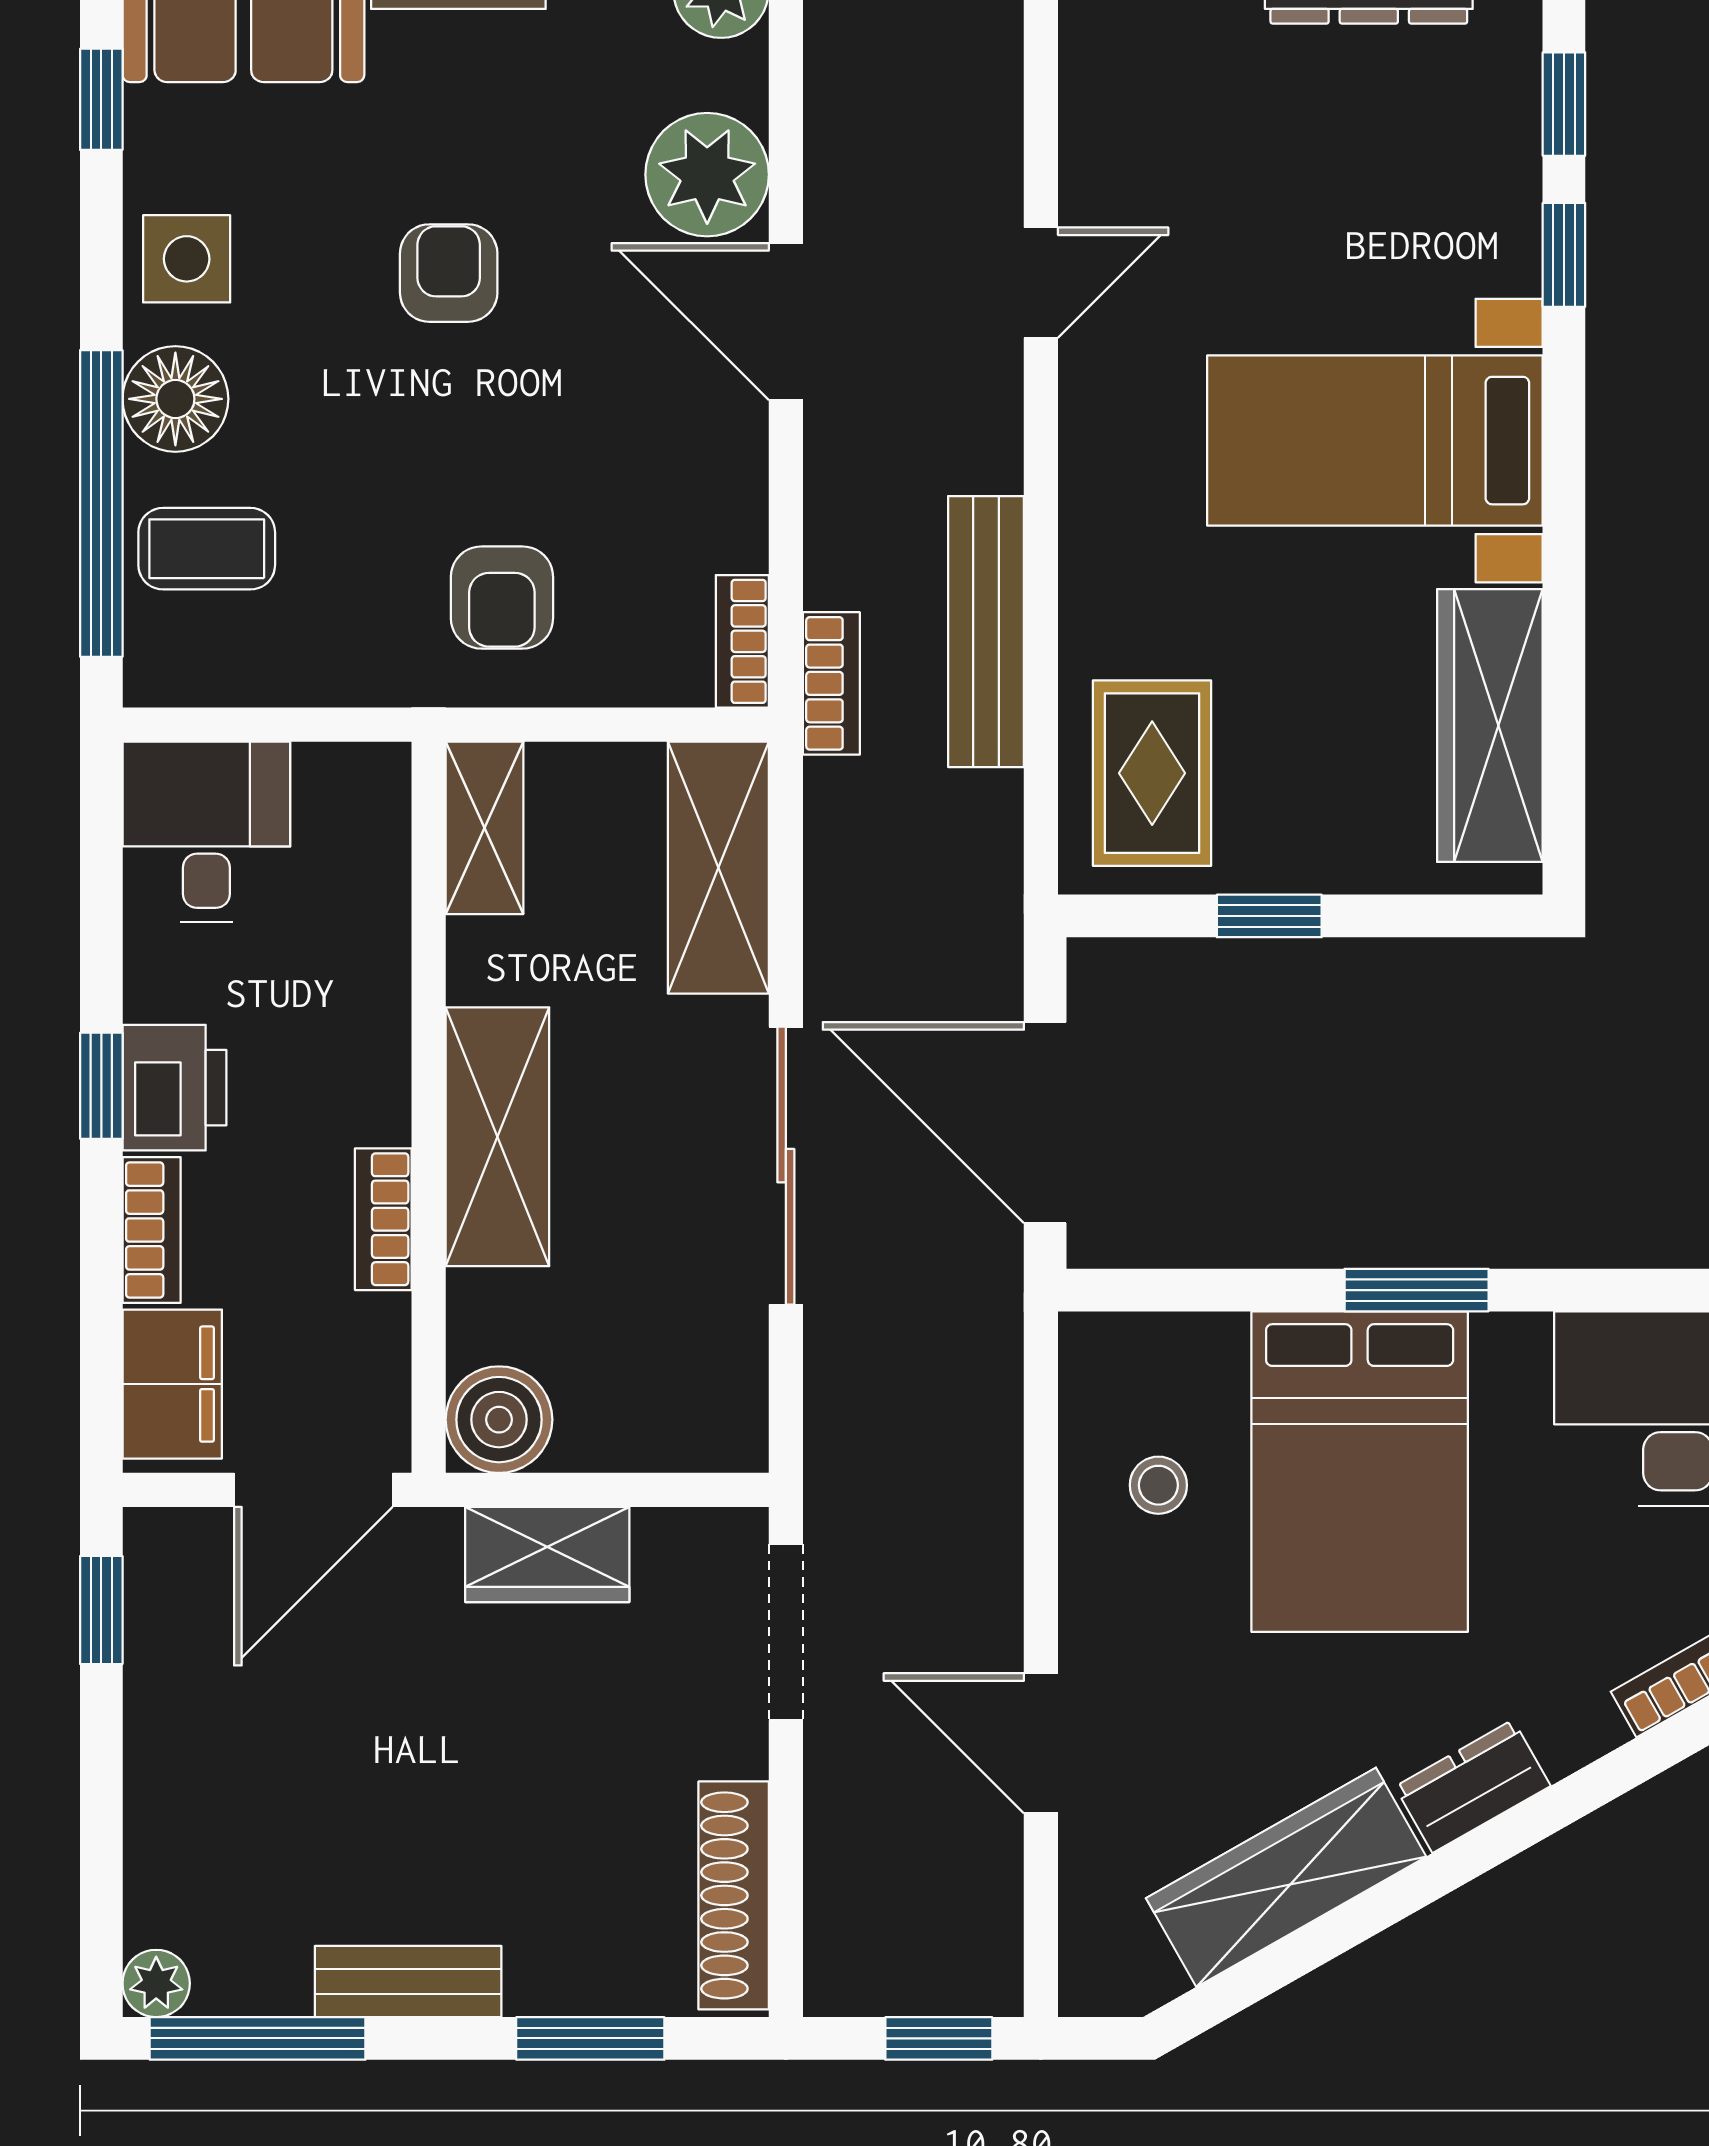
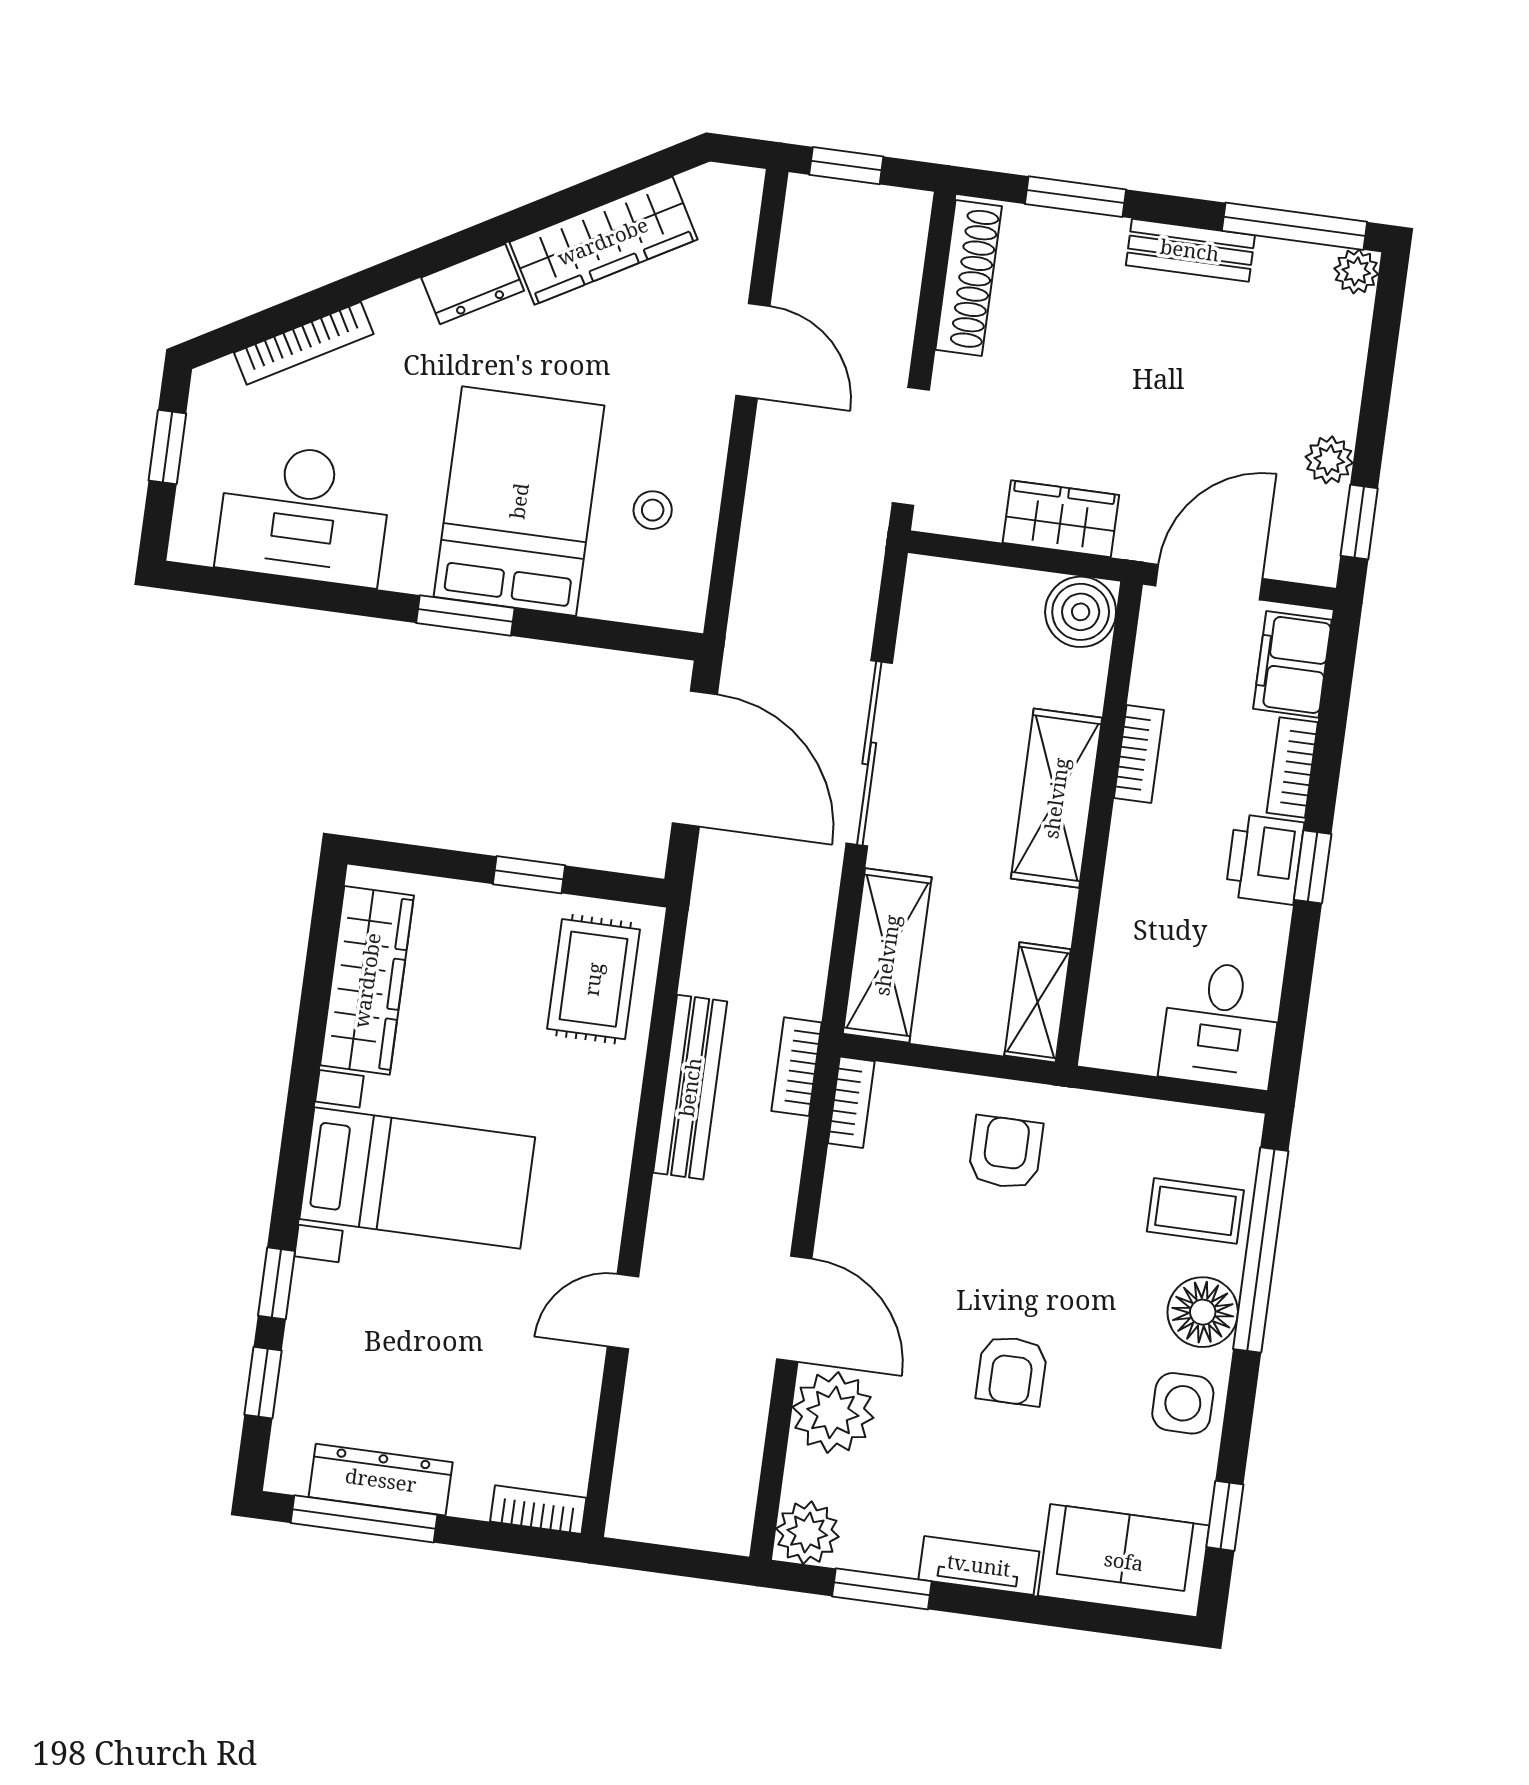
plant: (159, 1697) -> (1329, 460), added

